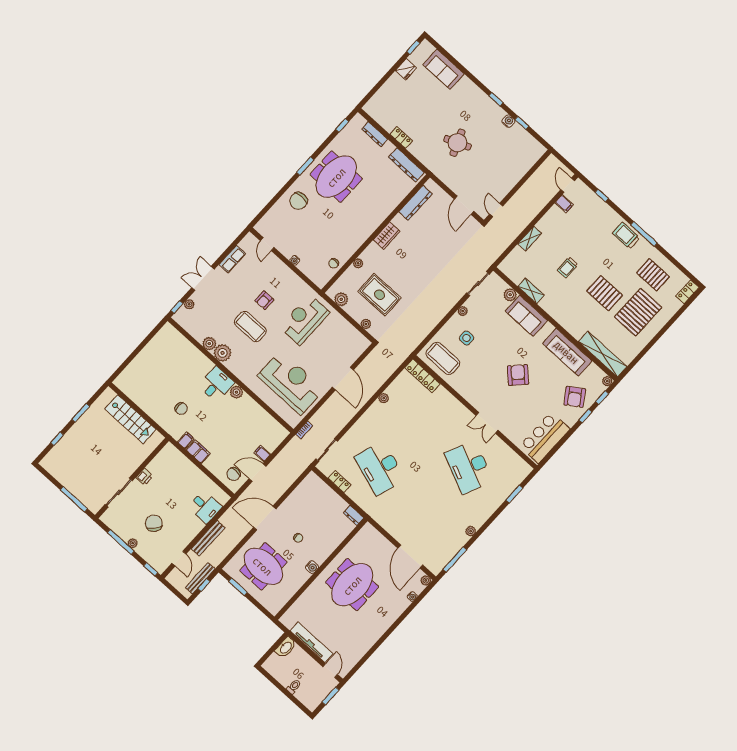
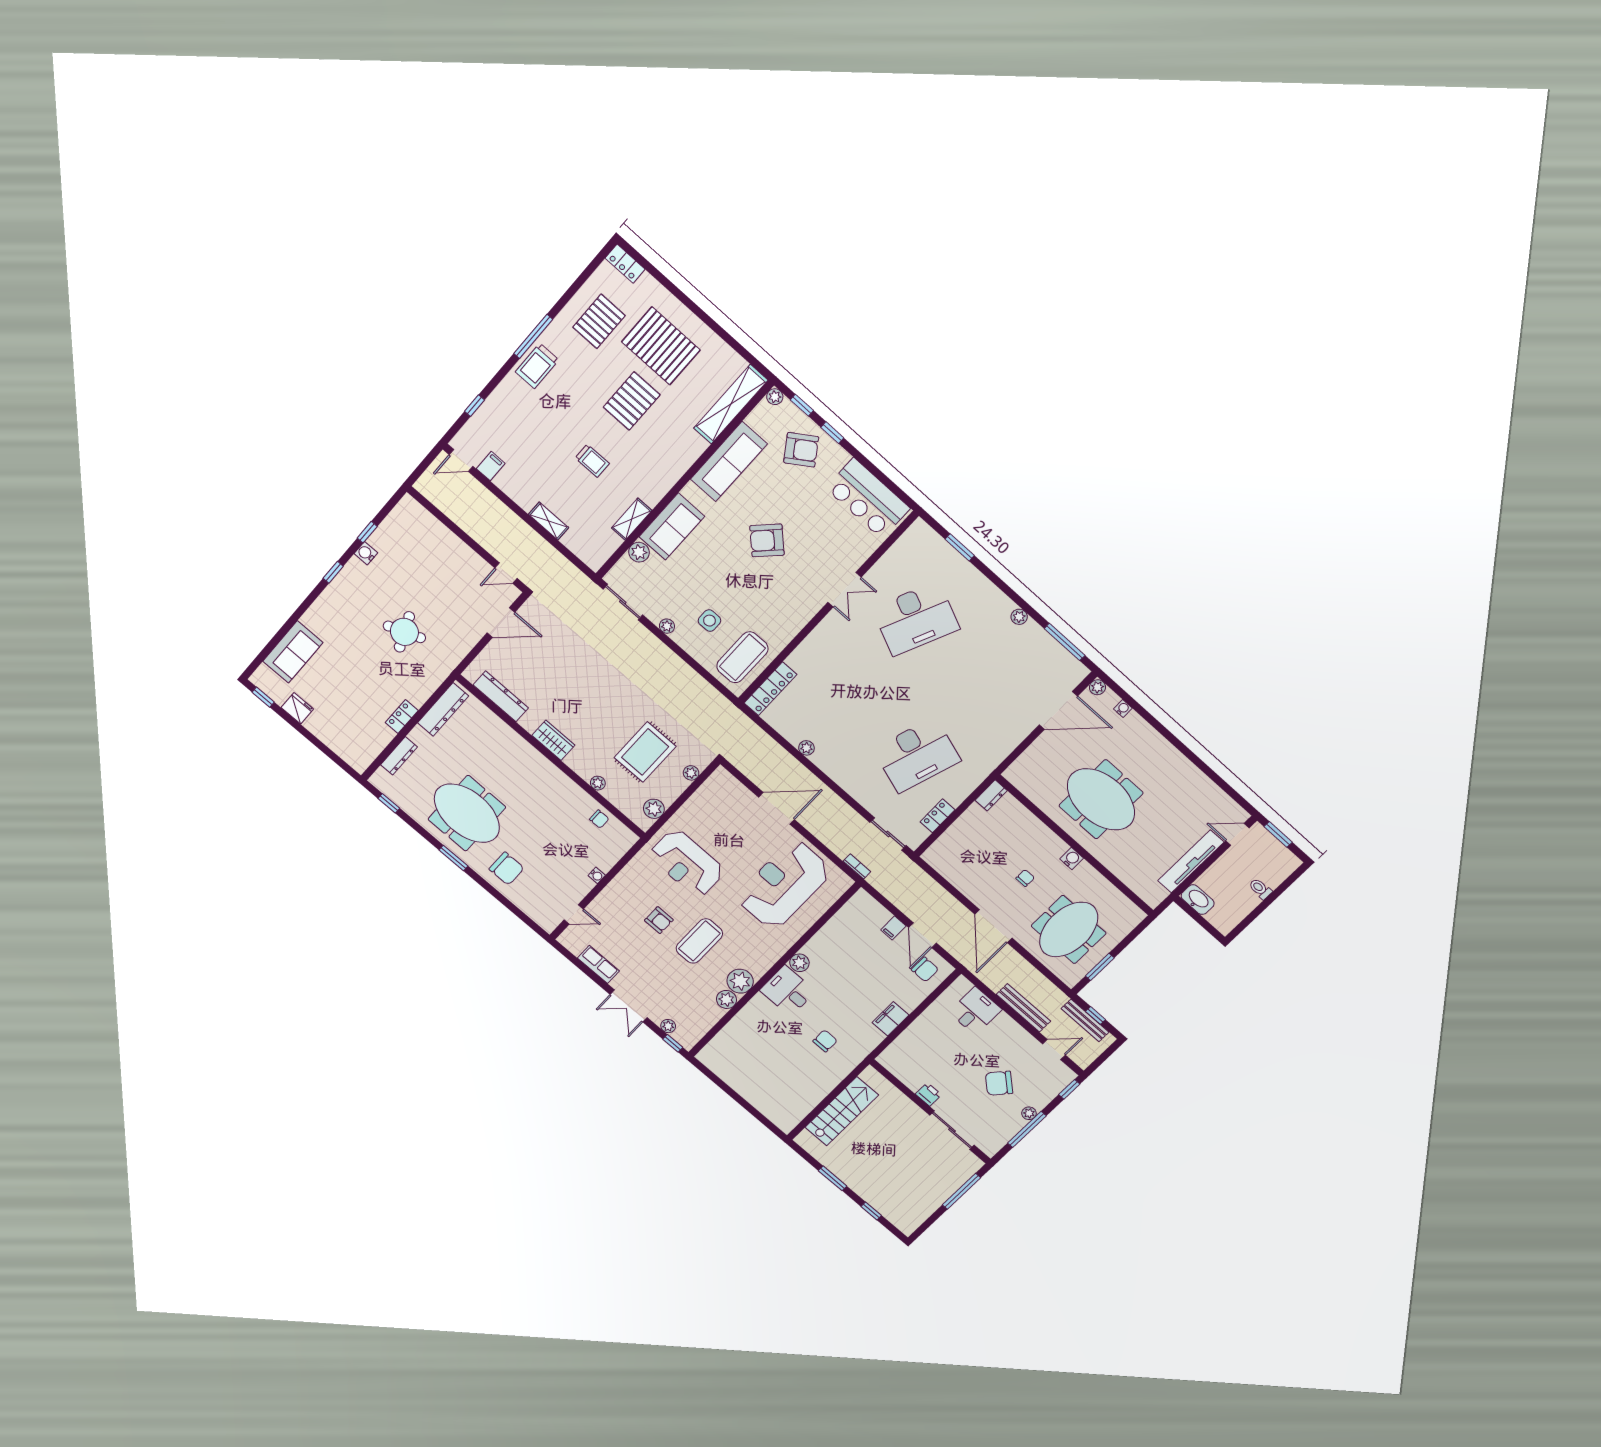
filing cabinet: (186, 440) -> (873, 1036), removed

